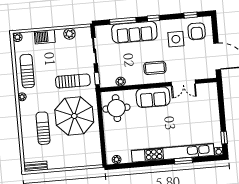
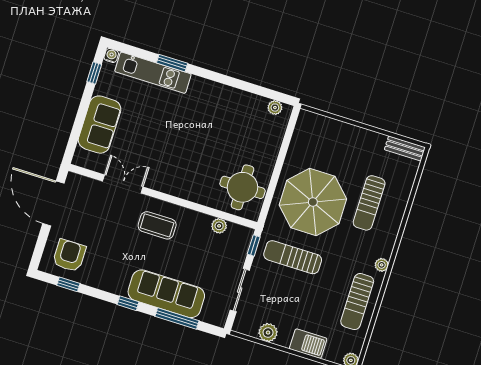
side table: (176, 39) -> (106, 256), removed
sofa: (153, 97) -> (100, 125), moved, turned 90
kitchen unit: (173, 153) -> (153, 73), width x0.54

